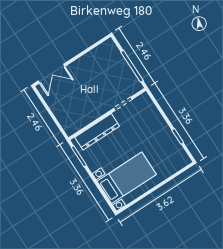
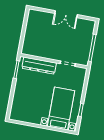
double door: (51, 74) -> (66, 14), moved
bed with nightstands: (127, 178) -> (61, 108), moved, turned -90

